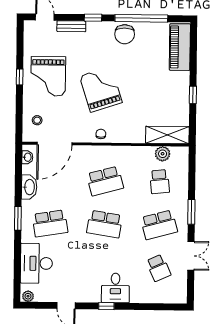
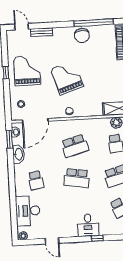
window: (93, 18) -> (58, 25), removed
grand piano: (48, 76) -> (27, 71), turned 180
window: (18, 218) -> (9, 139), moved
school desk: (50, 223) -> (36, 180), width x0.54
window: (106, 306) -> (97, 238), moved

